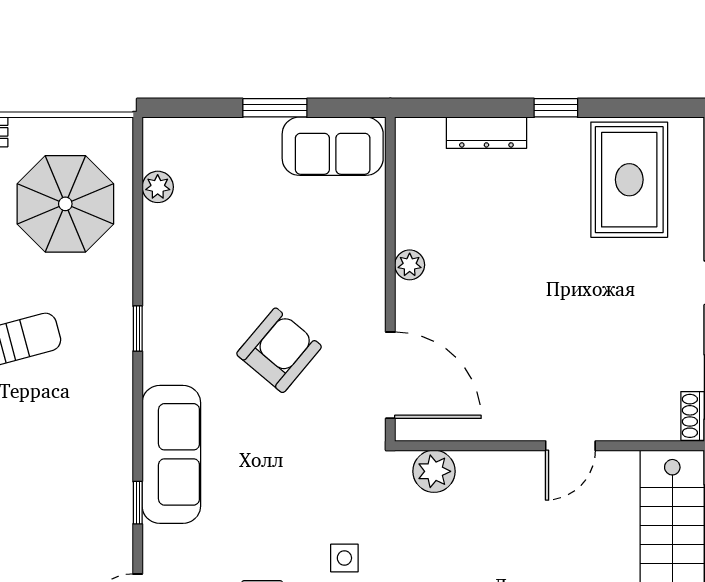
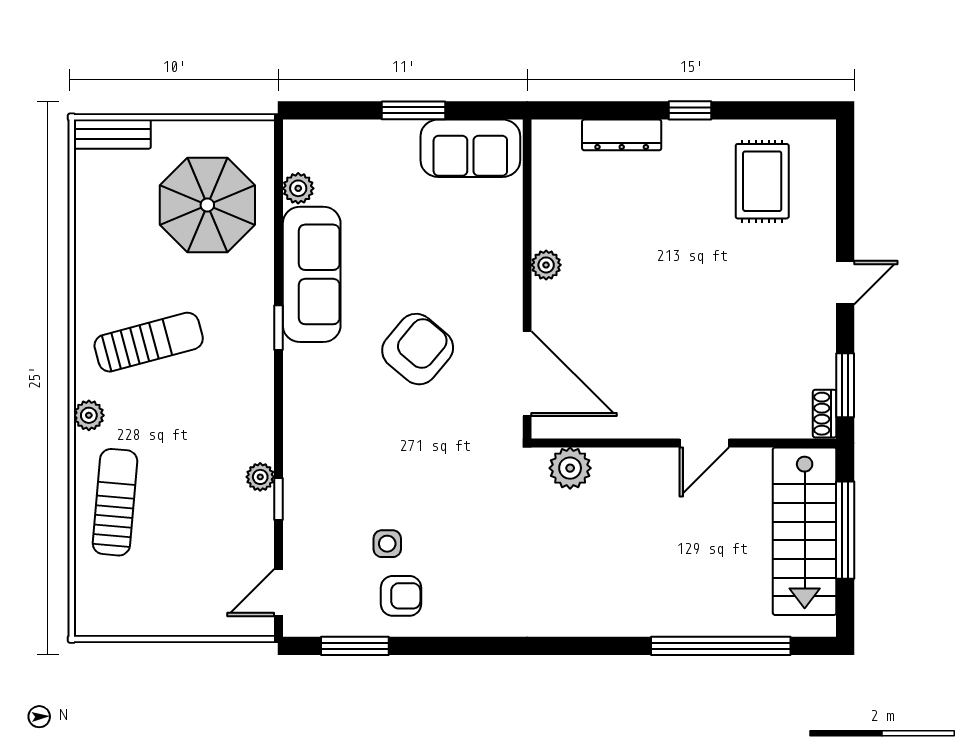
rug: (629, 180) -> (762, 181), width x0.73, depth x0.70
sofa: (171, 454) -> (312, 274), moved
plant: (119, 480) -> (260, 477), added
side table: (344, 558) -> (387, 544), moved

